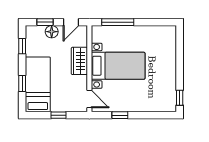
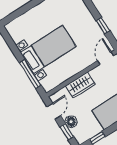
door: (71, 22) -> (54, 111), hinge flipped
bed with nightstands: (118, 66) -> (48, 49), moved, turned 90

